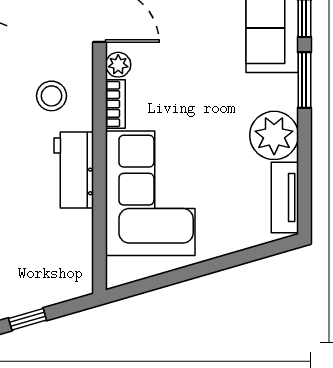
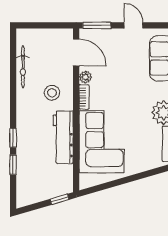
workbench: (74, 170) -> (63, 137), width x1.37
window: (28, 319) -> (60, 199), moved

